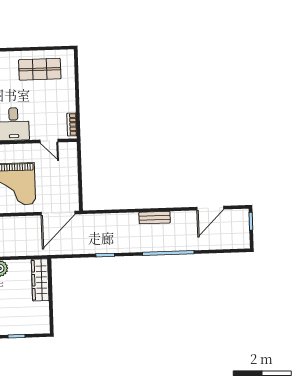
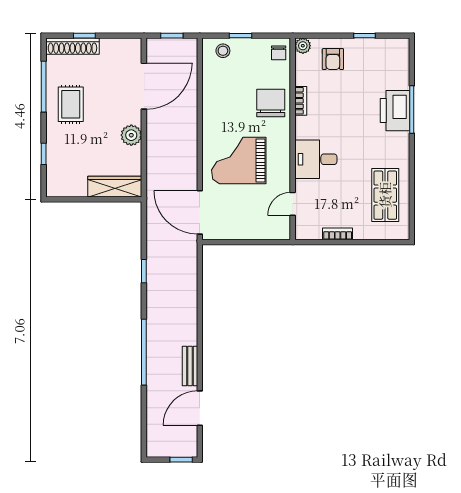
bookcase: (72, 124) -> (338, 234), moved
door: (210, 208) -> (200, 408), hinge flipped
bench: (155, 218) -> (190, 366), moved

